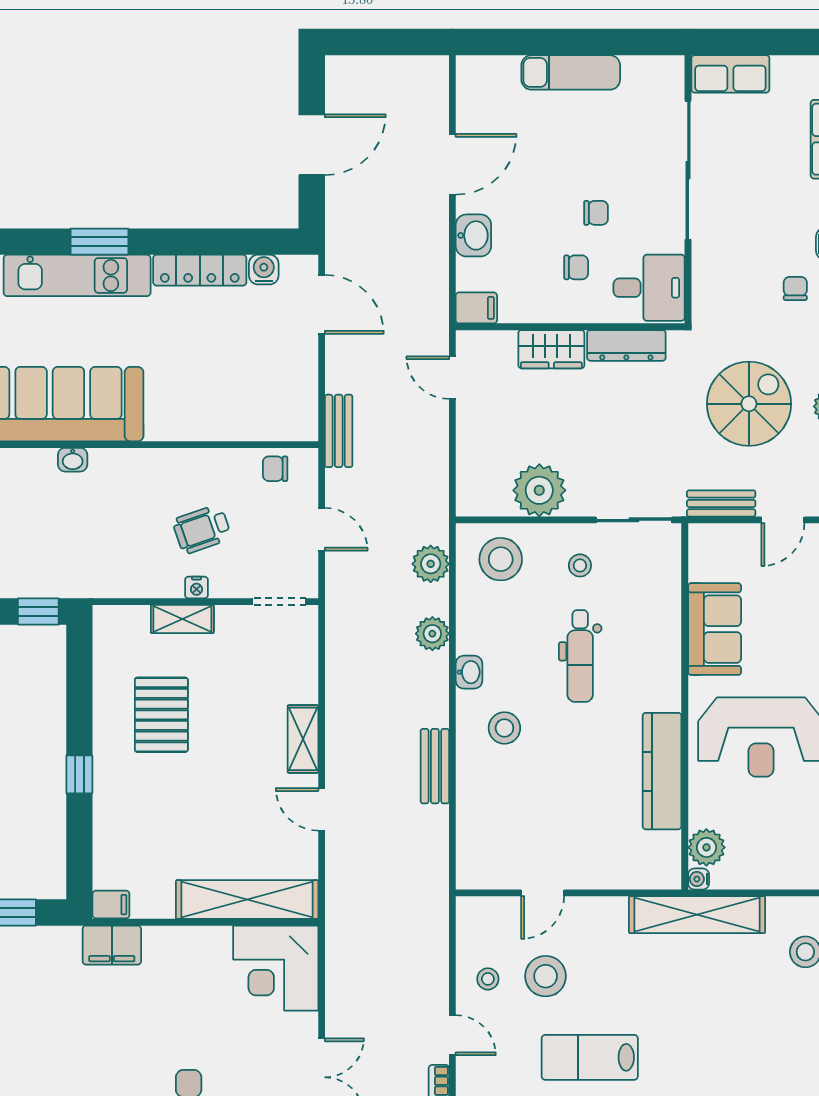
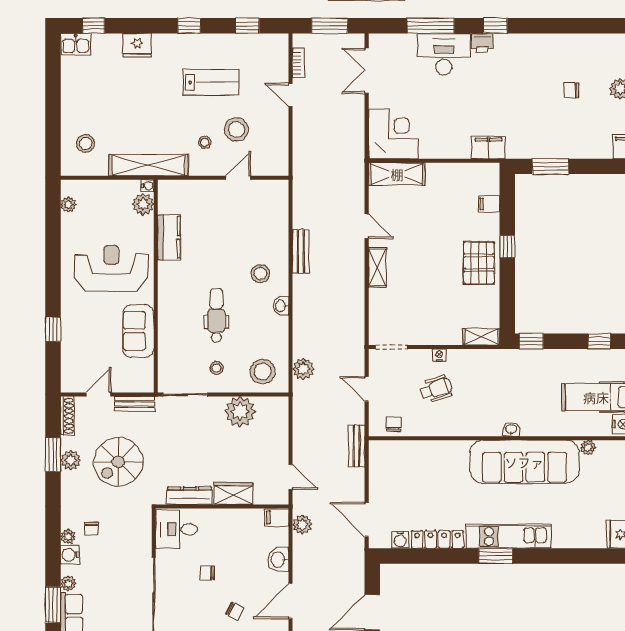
chair: (576, 267) -> (235, 611), moved, turned -153
chair: (275, 469) -> (394, 424), turned -90
shelving: (182, 619) -> (481, 337), moved
plant: (432, 634) -> (302, 525), moved
pallet: (161, 715) -> (479, 263), moved
kitchen counter: (662, 771) -> (169, 237), width x0.67
shelving: (247, 900) -> (397, 174), width x0.68
filing cabinet: (111, 905) -> (489, 204), moved
stool: (488, 979) -> (205, 142), moved

